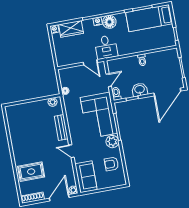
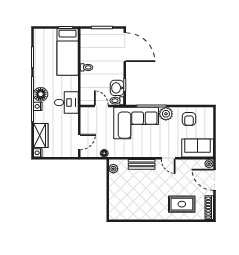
bed: (149, 18) -> (68, 52), moved
door: (90, 62) -> (79, 142), moved
washbasin: (140, 90) -> (117, 88), moved
door: (71, 151) -> (168, 158), hinge flipped
rug: (31, 172) -> (182, 204), turned 90

